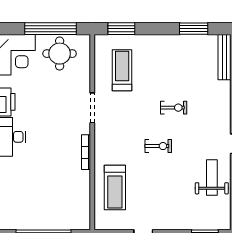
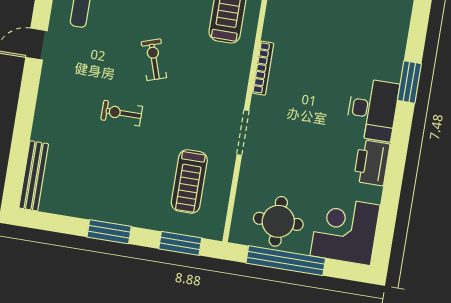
window: (194, 29) -> (109, 232), moved
exercise bike: (158, 146) -> (154, 60), turned 72

